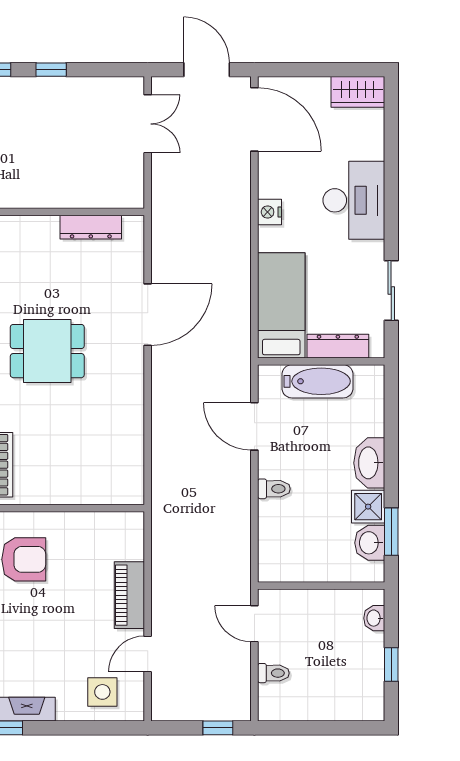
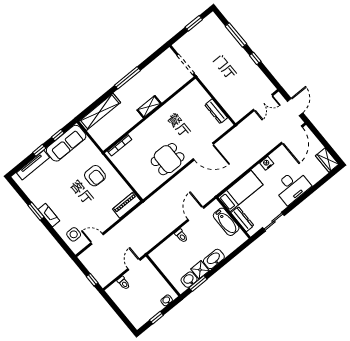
dining table: (47, 351) -> (168, 159), moved, turned 90
piano: (129, 595) -> (127, 205), moved

